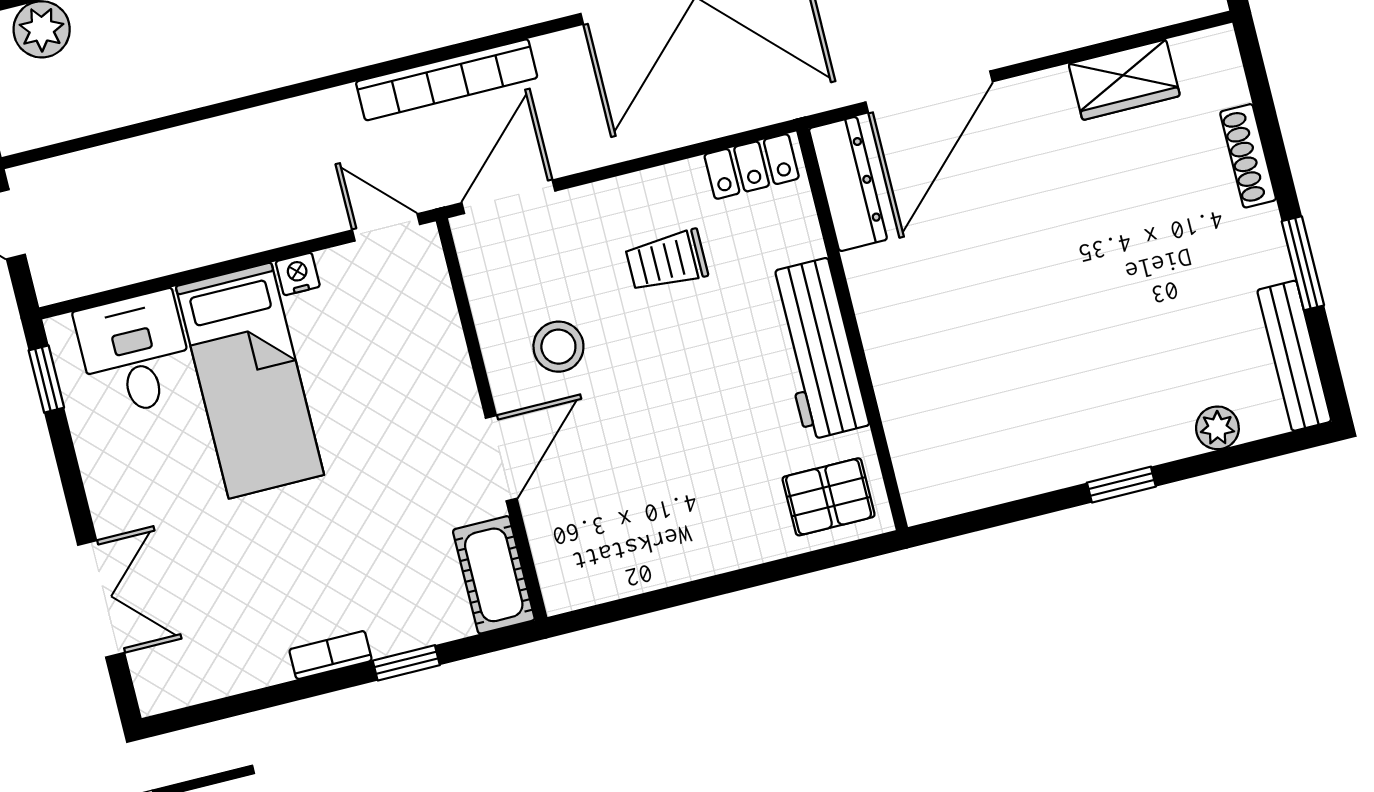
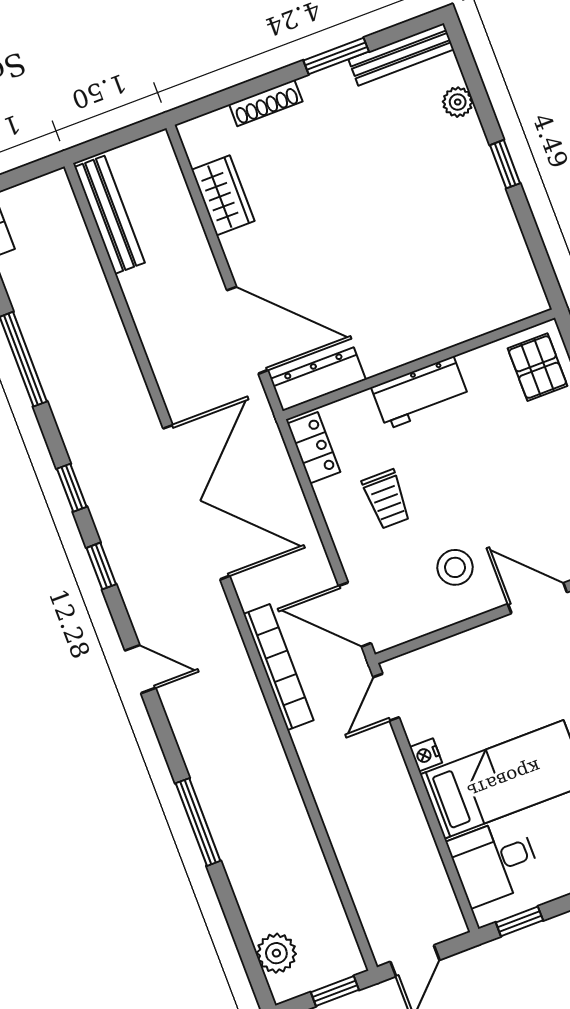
workbench: (817, 349) -> (420, 393), width x0.73

